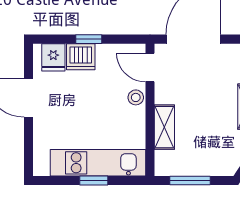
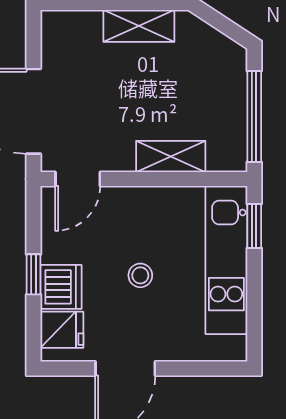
stool: (136, 97) -> (140, 275), moved
window: (94, 181) -> (254, 226), moved
window: (190, 181) -> (254, 117), width x1.44

